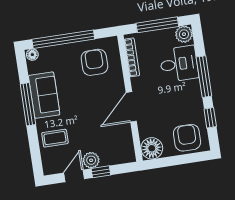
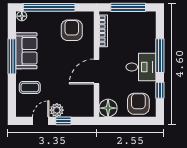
plant: (184, 34) -> (149, 18), removed
desk: (179, 64) -> (141, 67), moved

